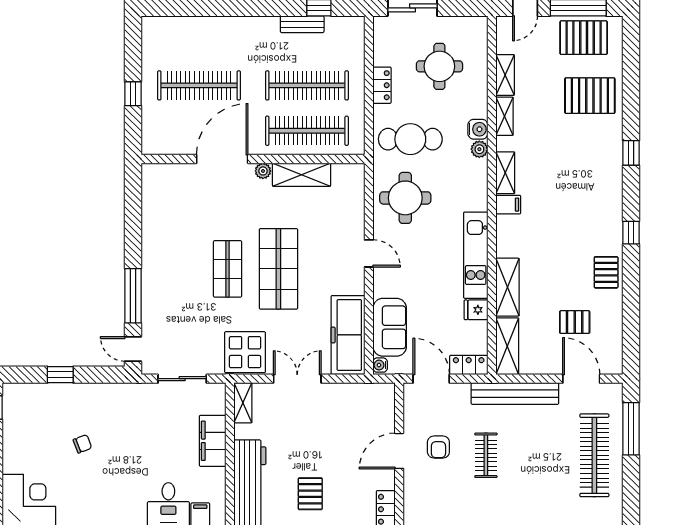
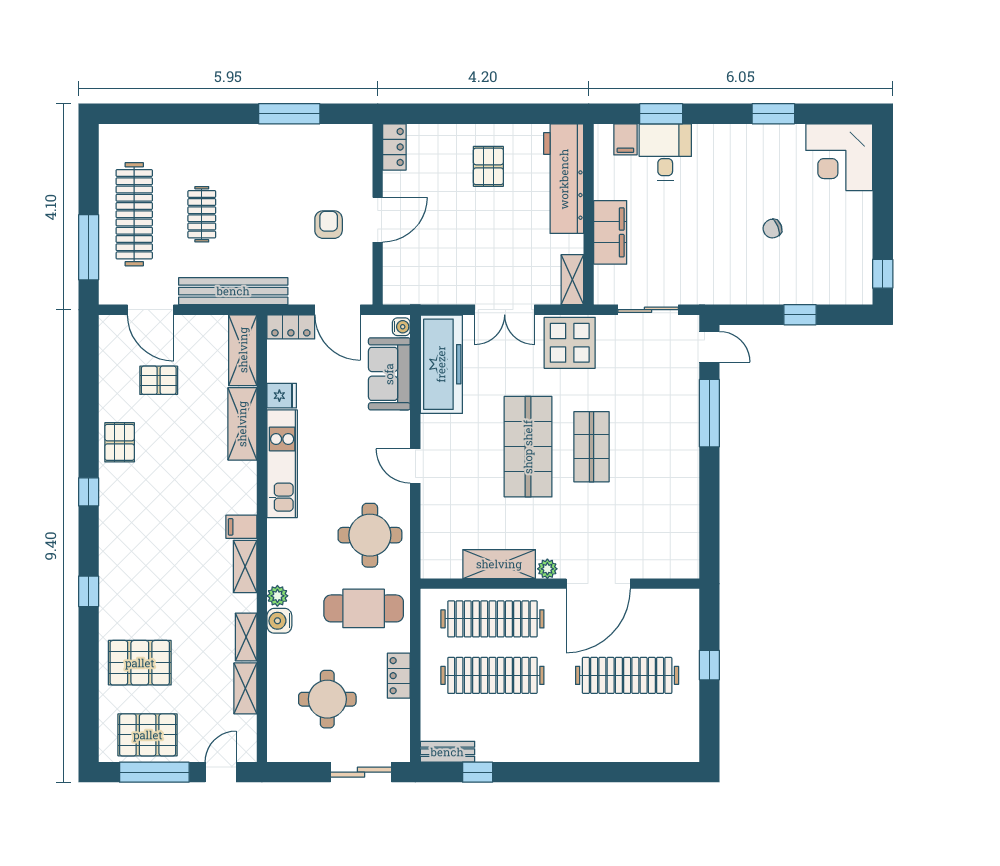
bench: (302, 24) -> (447, 752), moved
clothes rail: (486, 455) -> (202, 214), moved

